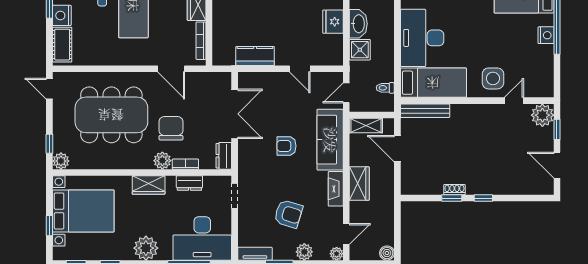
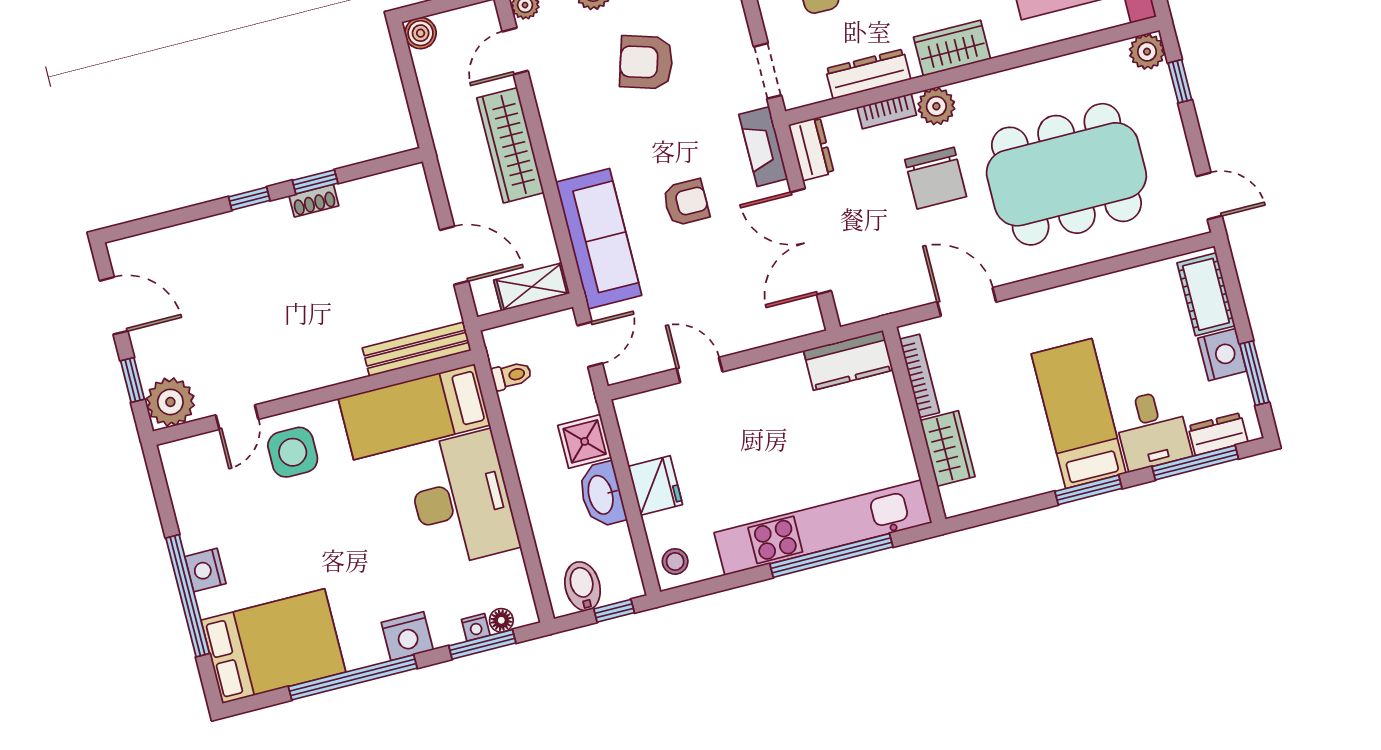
kitchen counter: (255, 56) -> (848, 360), moved
dresser: (189, 183) -> (868, 74), width x1.44
wardrobe: (359, 184) -> (510, 145), width x1.50
fireplace: (336, 189) -> (763, 147), moved, turned 180

